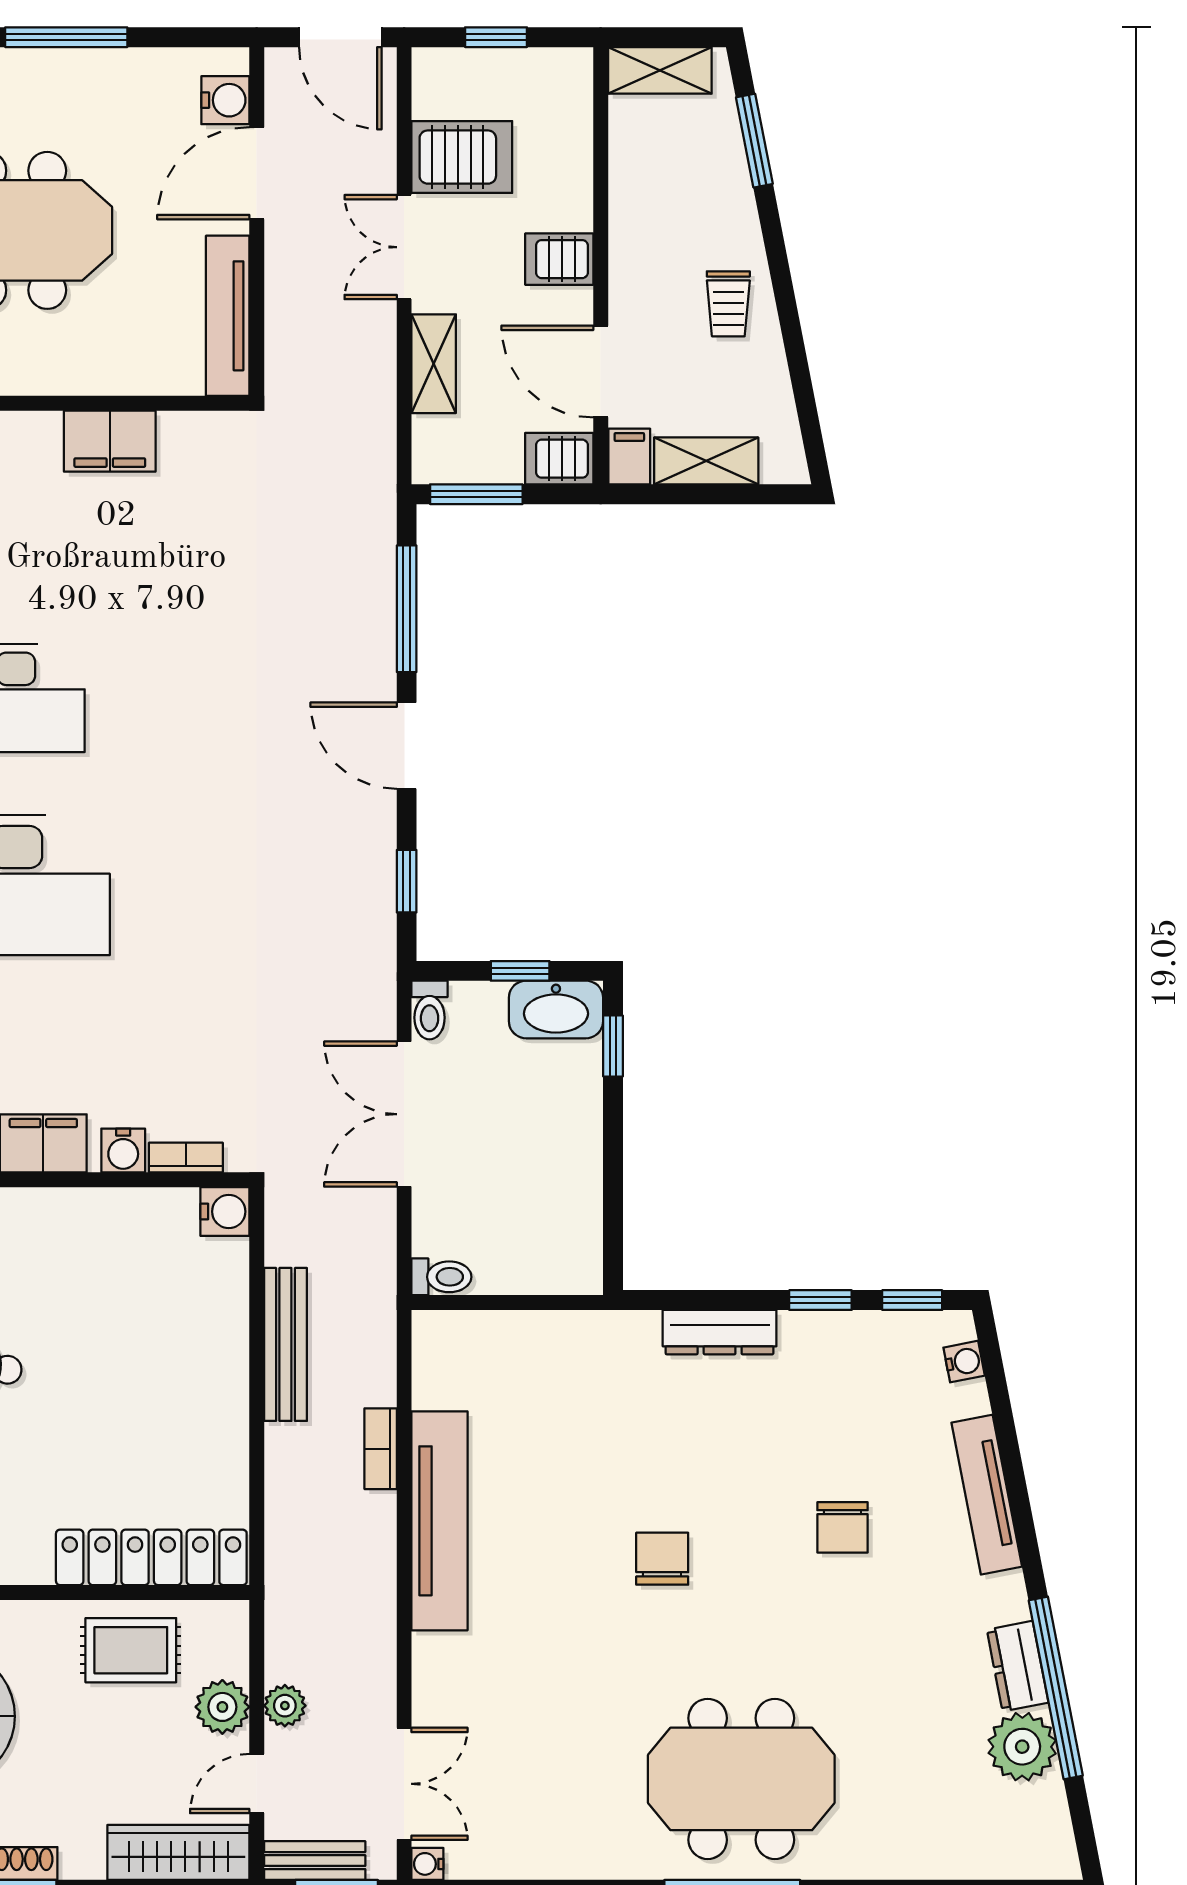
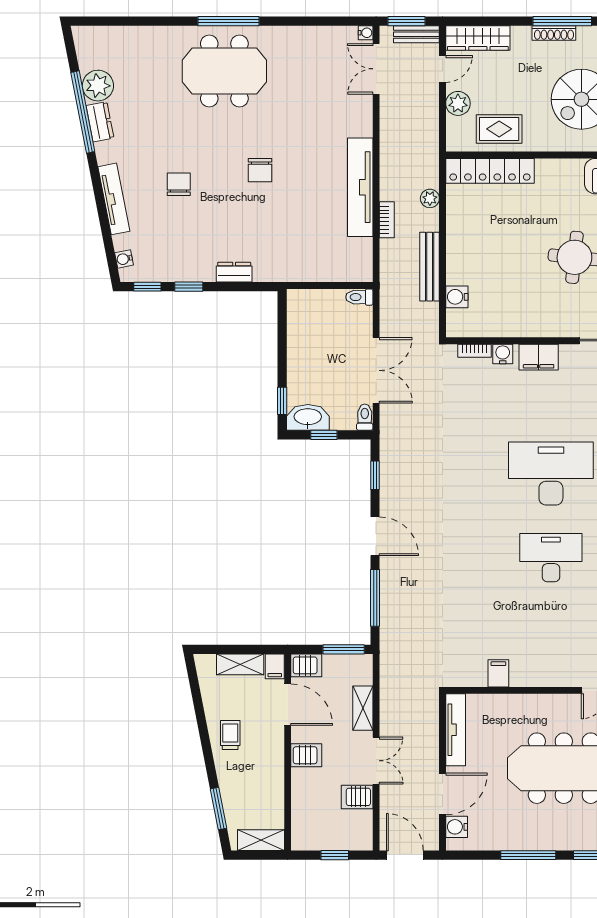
server rack: (462, 157) -> (357, 797), width x0.73, depth x0.70
filing cabinet: (110, 441) -> (498, 673), width x0.50
water cooler: (225, 1212) -> (457, 297), moved
dresser: (720, 1332) -> (234, 272), width x0.70
plant: (285, 1706) -> (430, 198), moved

